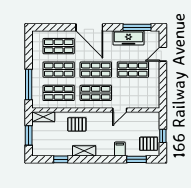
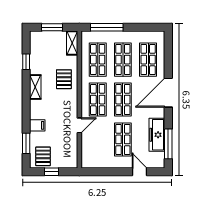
door: (120, 110) -> (79, 125), swing flipped

